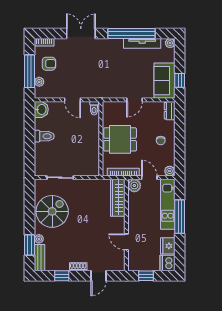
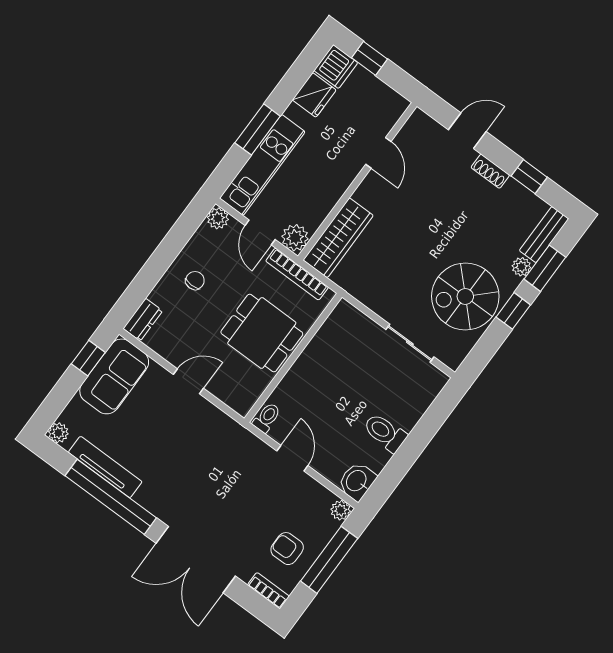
double door: (81, 33) -> (196, 560), width x1.37
plant: (39, 82) -> (341, 510), moved
window: (180, 217) -> (258, 129), width x0.69
window: (30, 219) -> (513, 311), added
window: (146, 276) -> (369, 58), moved

